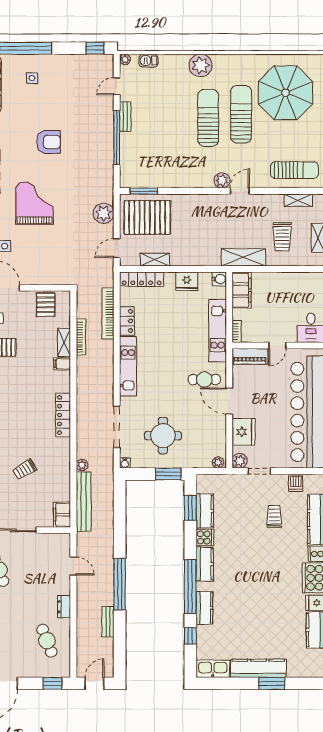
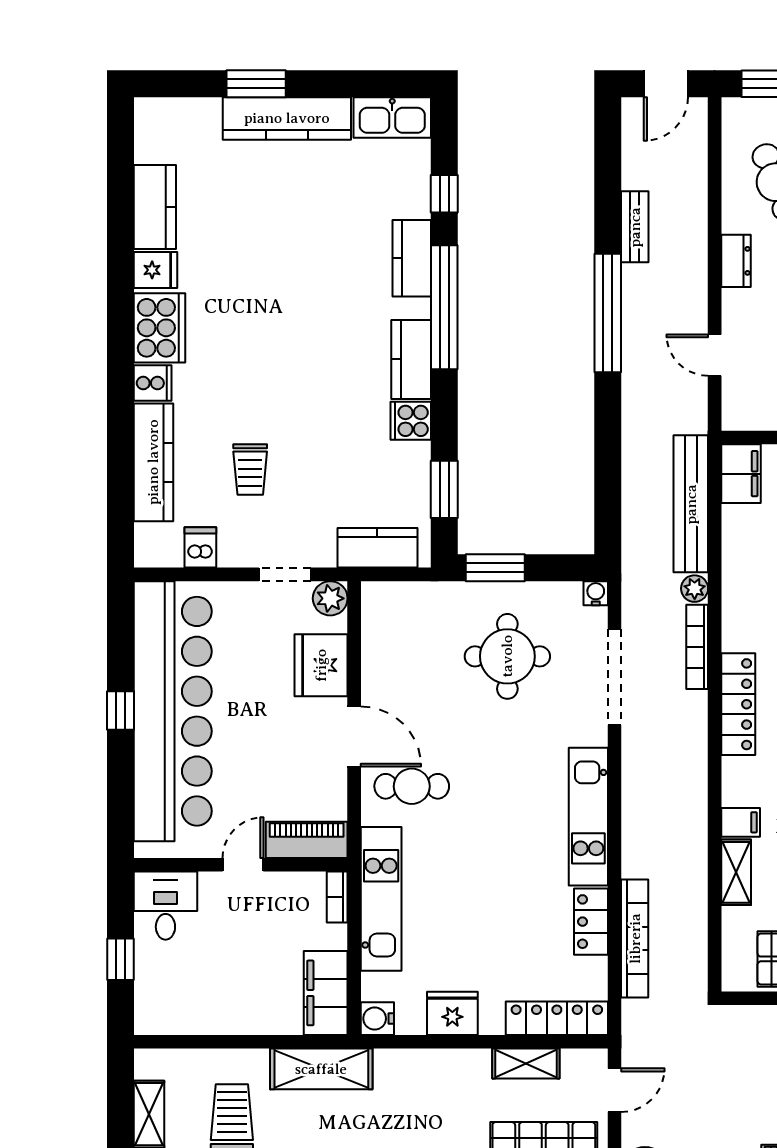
bookcase: (81, 337) -> (697, 647), moved
plant: (218, 463) -> (380, 594), removed
kitchen counter: (205, 511) -> (377, 548), moved, turned 90

